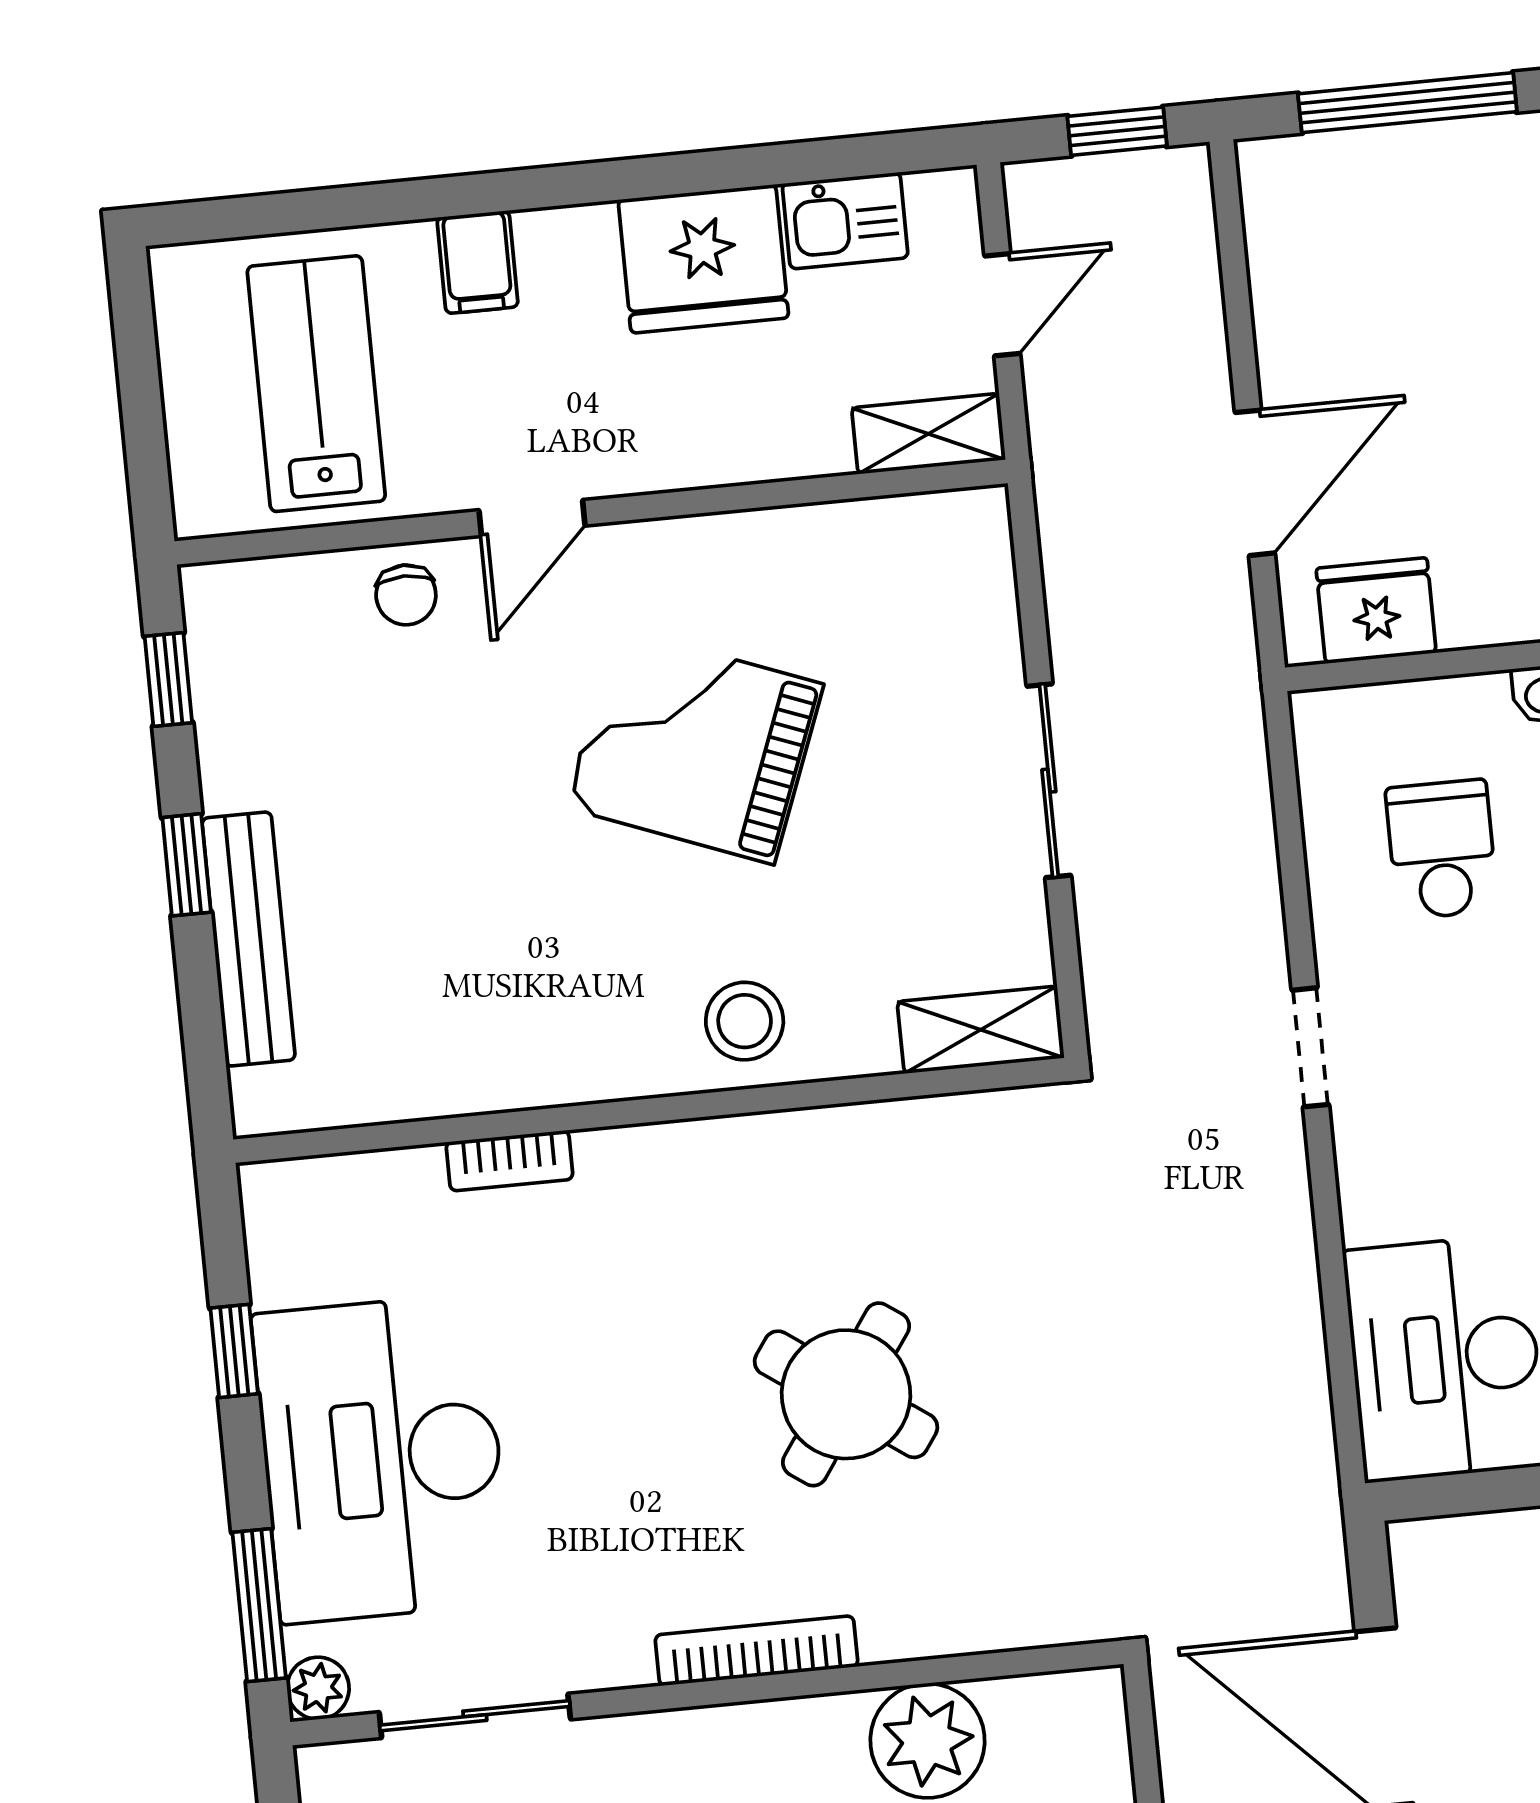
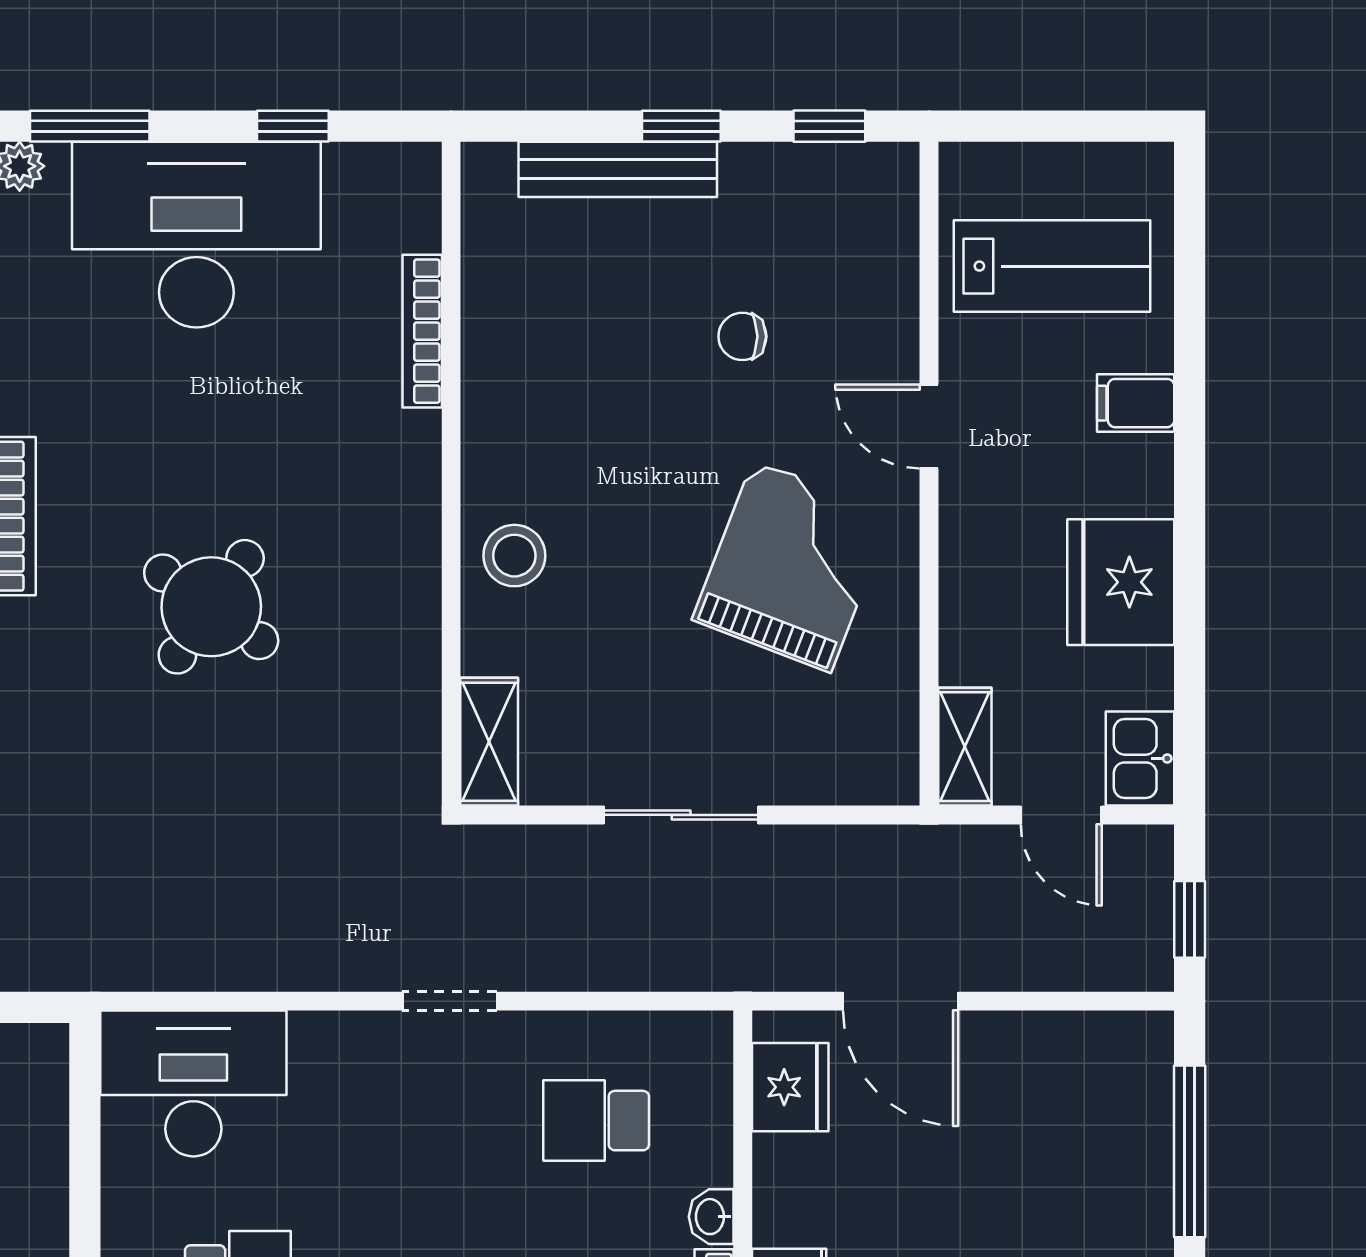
kitchen sink: (845, 221) -> (1140, 759), moved
chair: (406, 595) -> (742, 336), moved
grand piano: (695, 746) -> (792, 566), moved
school desk: (1442, 849) -> (596, 1121), turned 180
bookcase: (509, 1161) -> (422, 331), width x1.56

